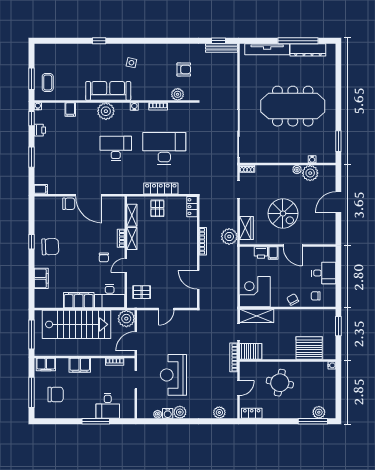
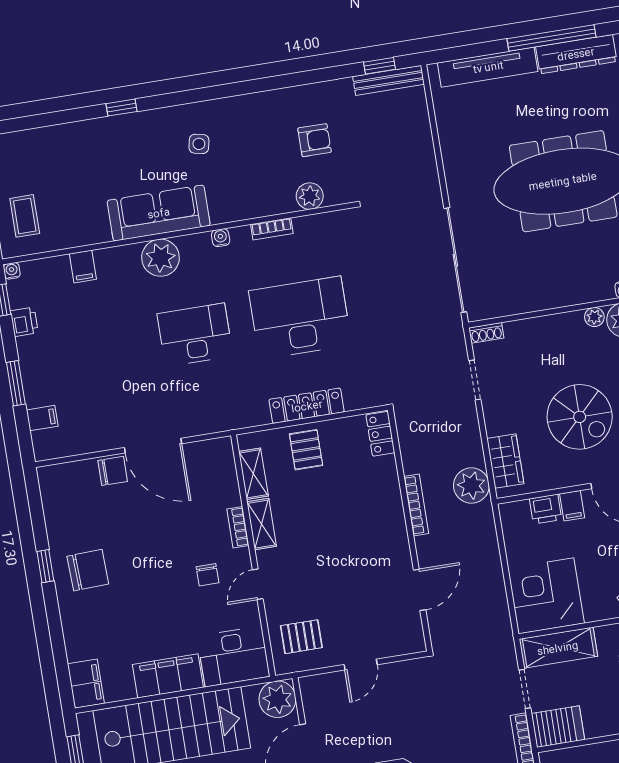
filing cabinet: (41, 189) -> (42, 418), moved
filing cabinet: (41, 278) -> (86, 684), moved
door: (198, 280) -> (420, 590), swing flipped

